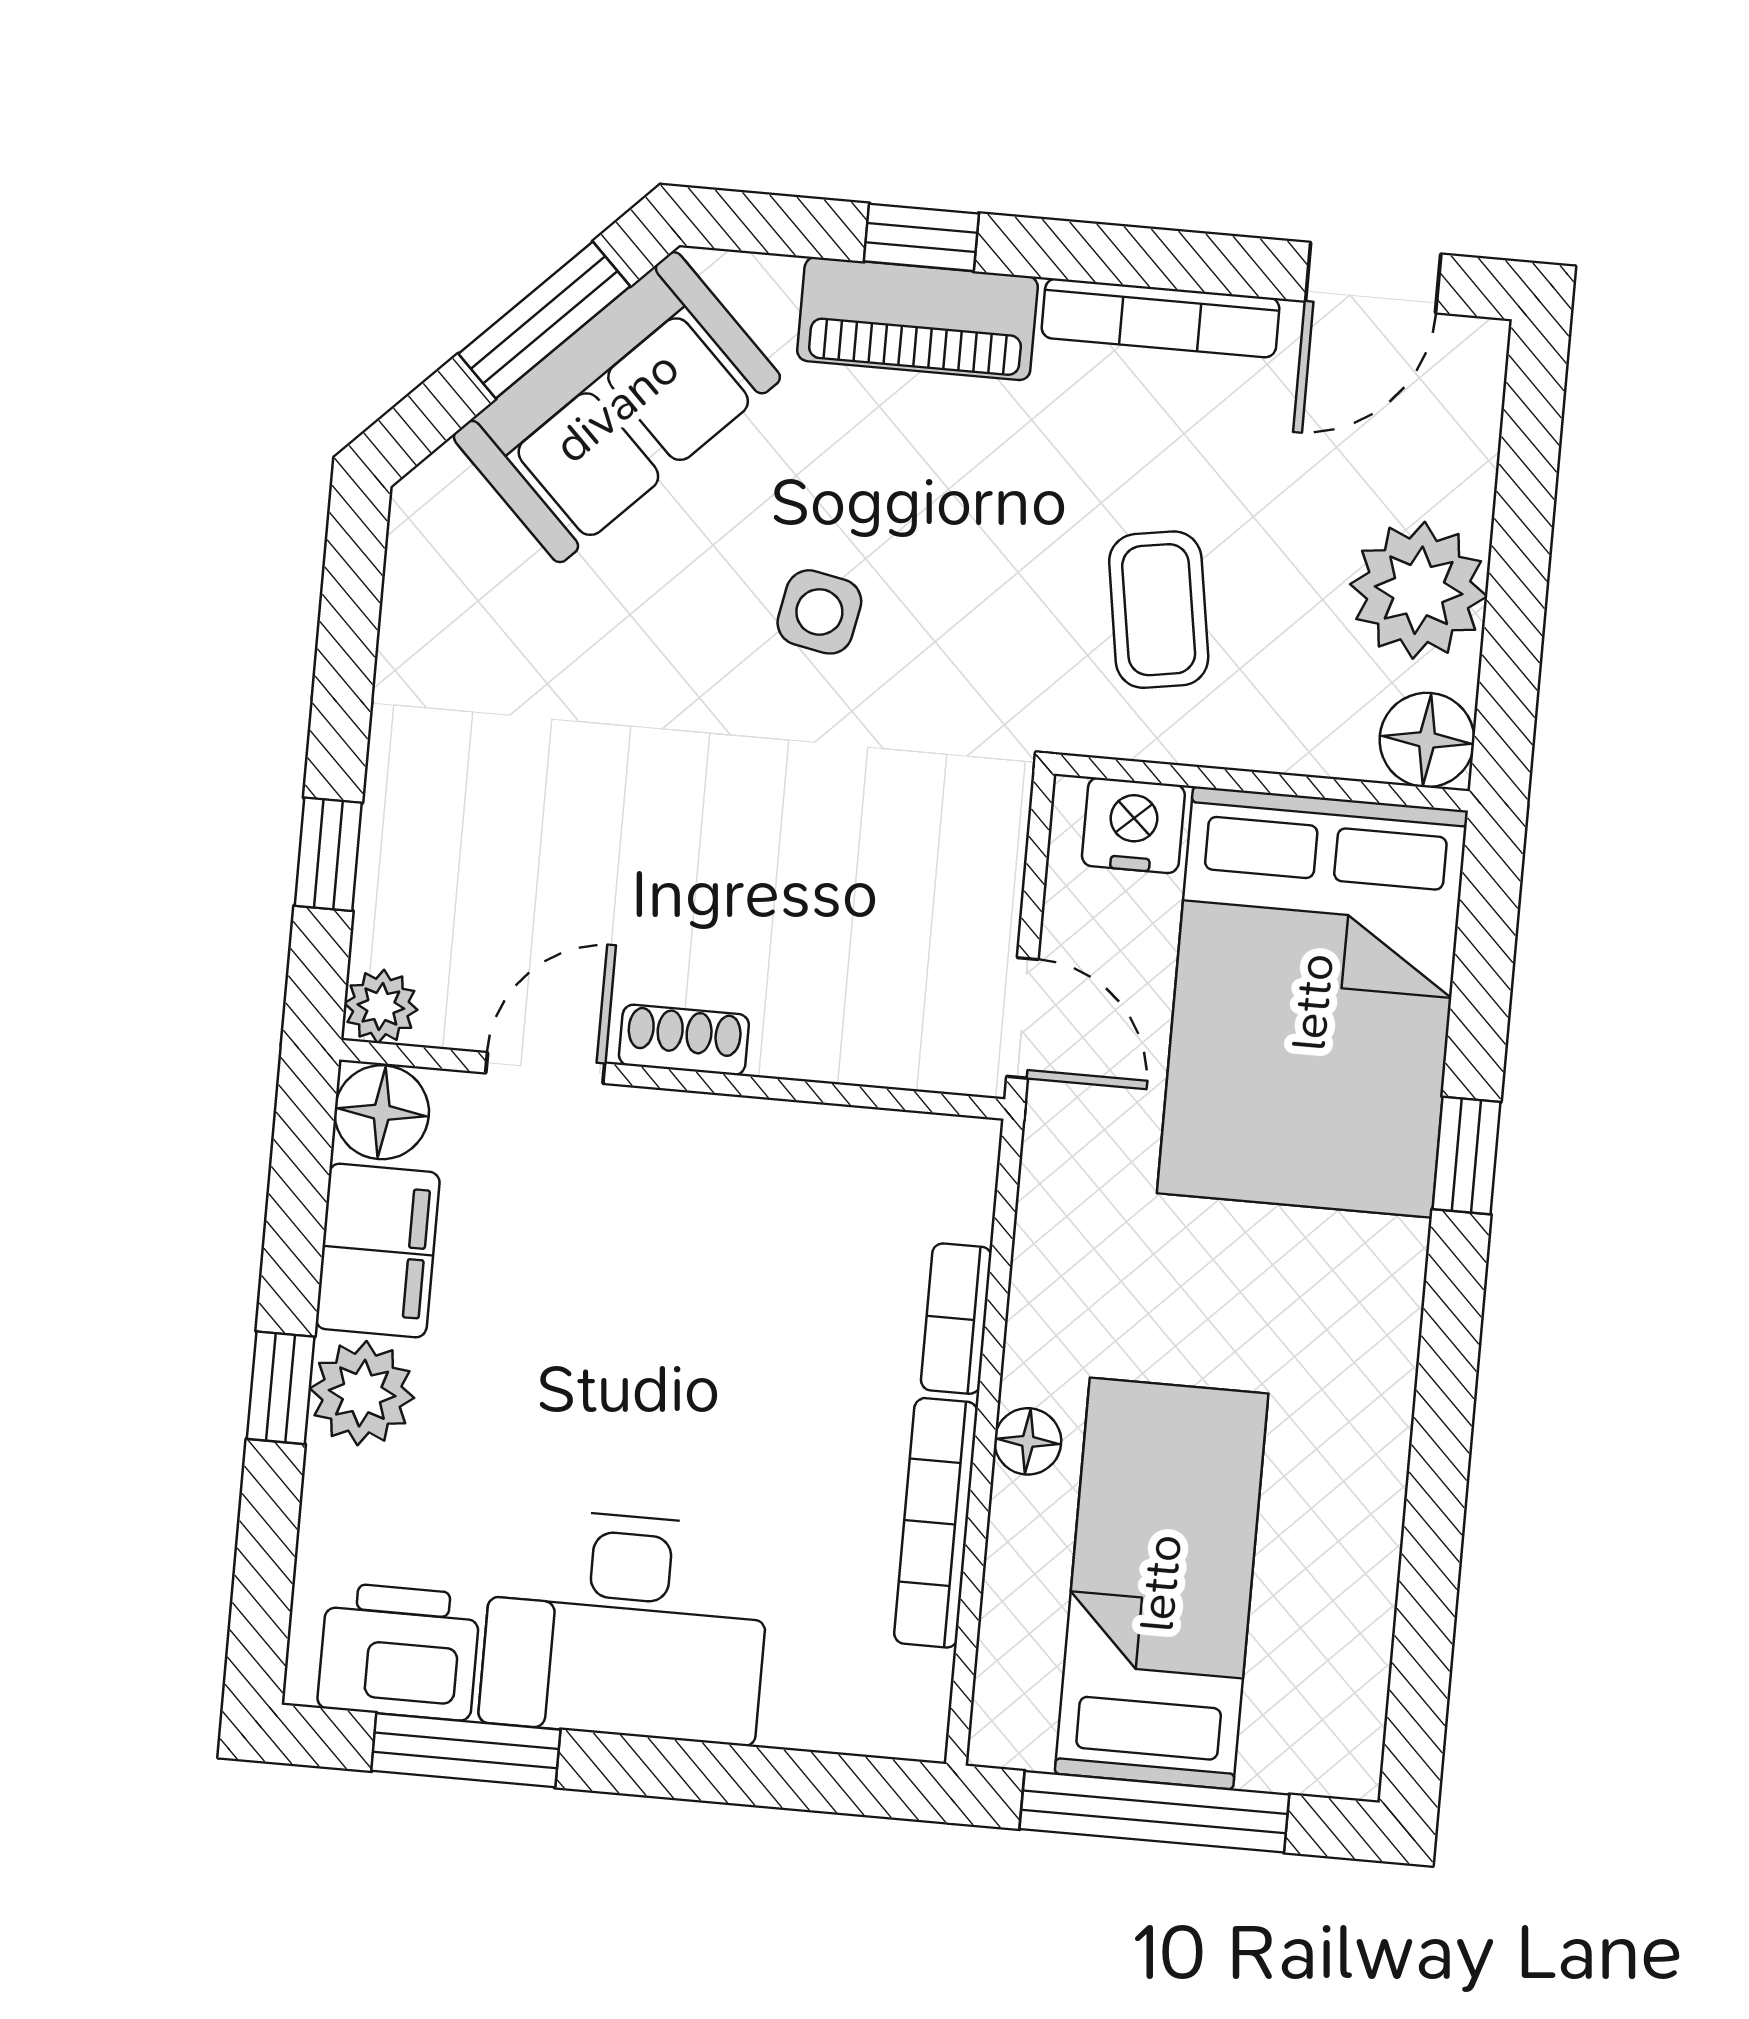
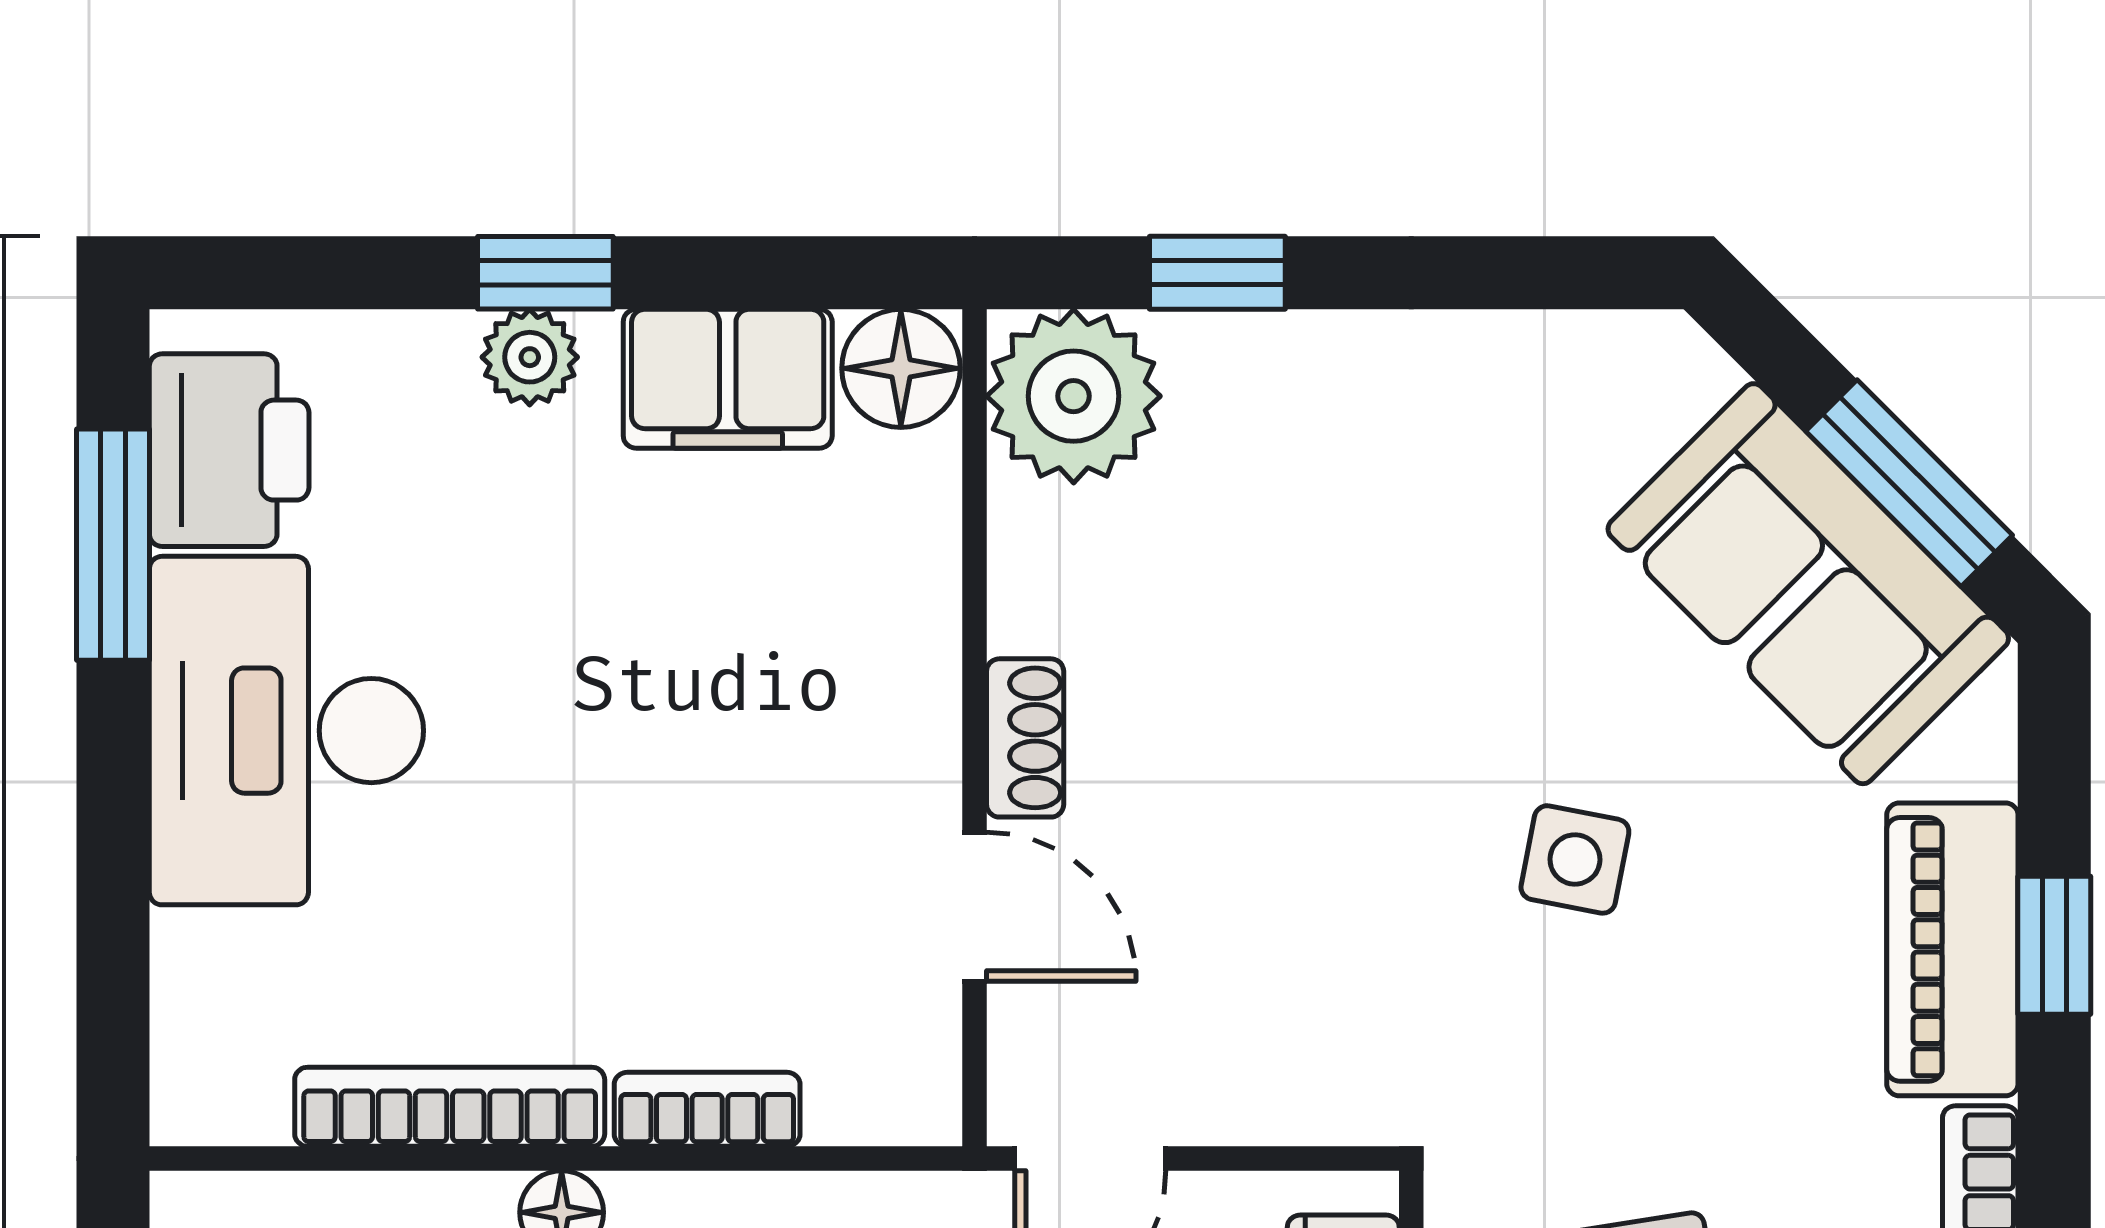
plant: (381, 1007) -> (1074, 396), width x1.88, depth x1.88
door: (545, 1068) -> (974, 907), moved
plant: (362, 1393) -> (530, 357), width x0.73, depth x0.73

